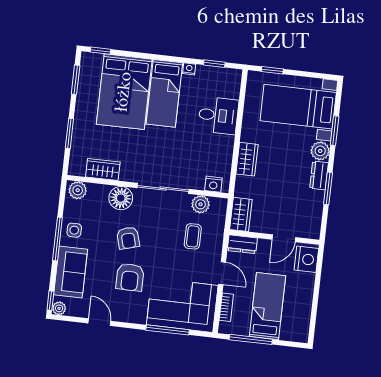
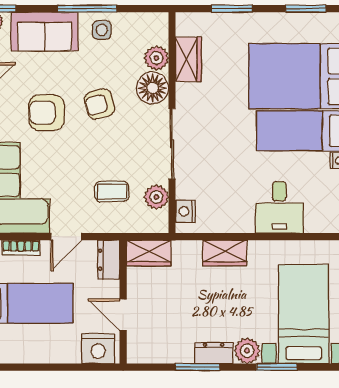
plant: (78, 190) -> (156, 58), moved

